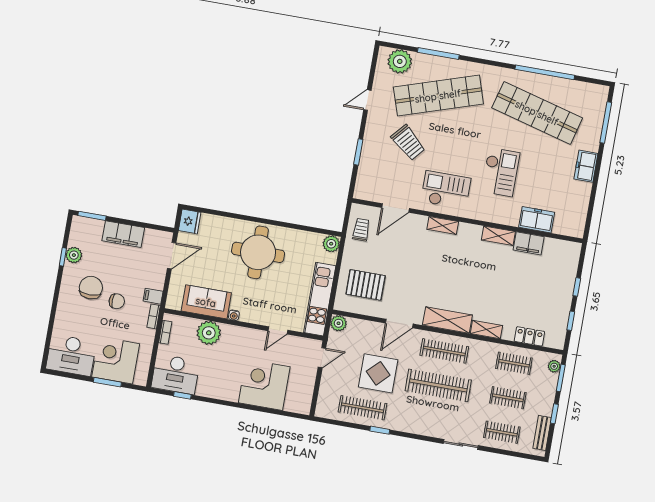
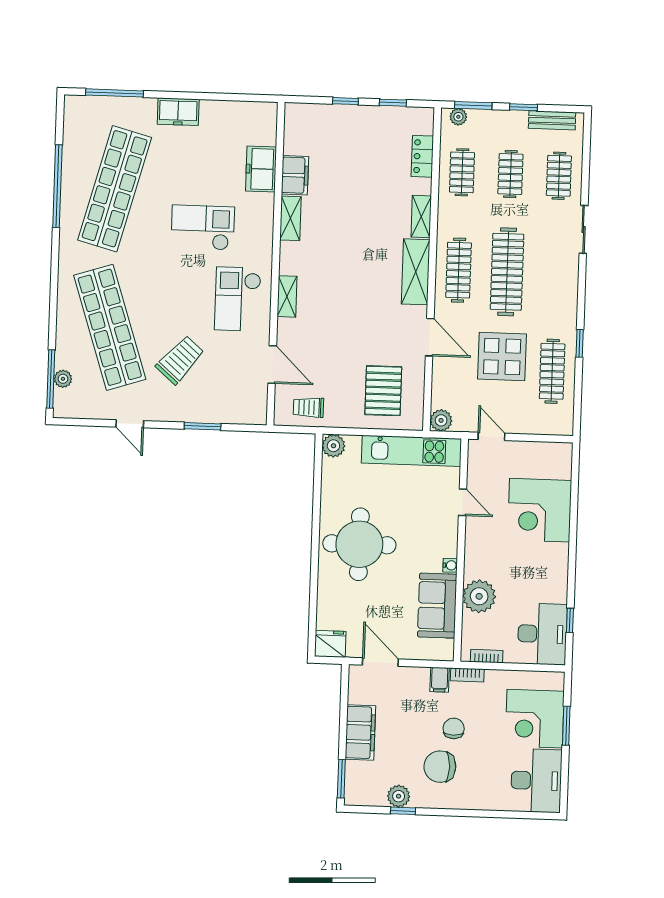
window: (438, 54) -> (51, 379), moved
plant: (400, 61) -> (63, 379), width x0.53, depth x0.53

